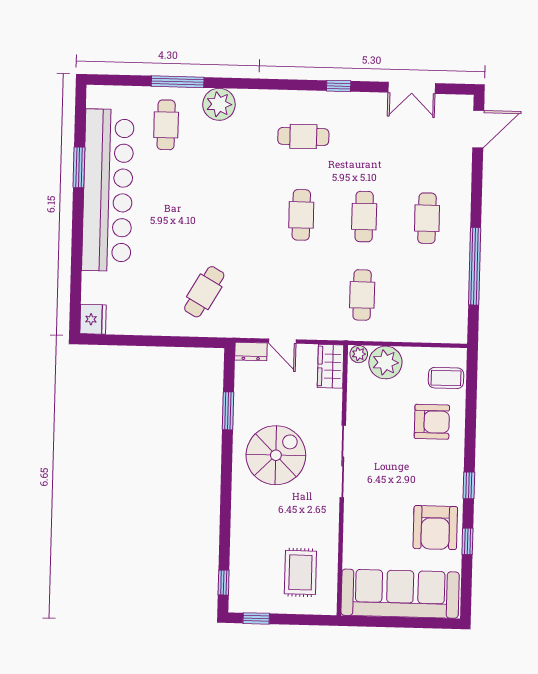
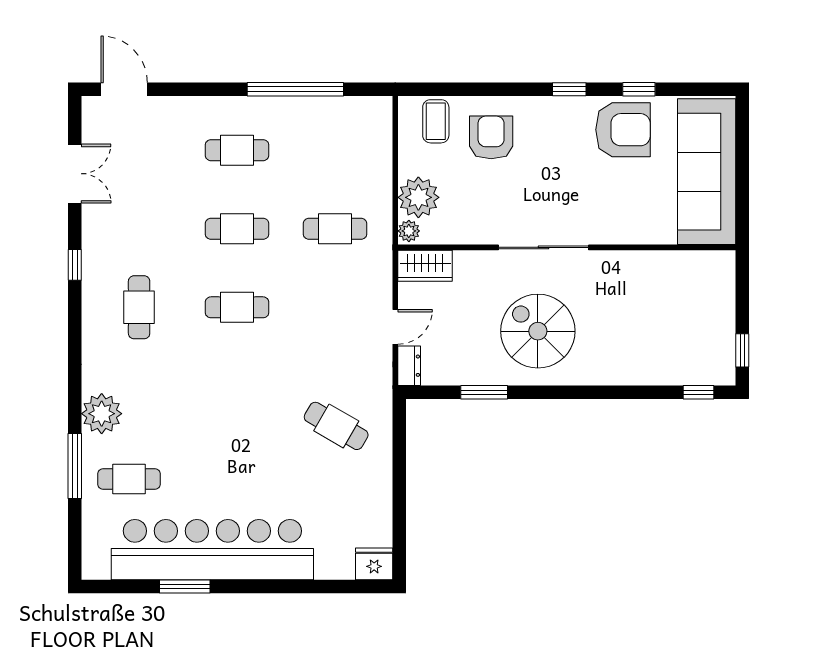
rug: (300, 572) -> (683, 297), removed

